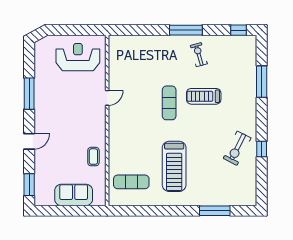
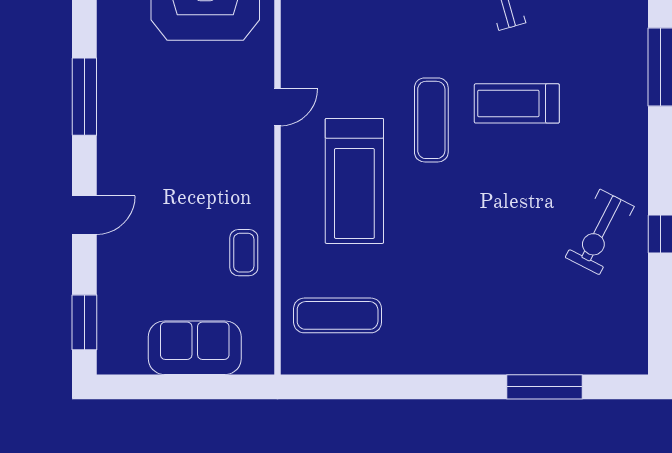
treadmill: (174, 166) -> (354, 181), moved

